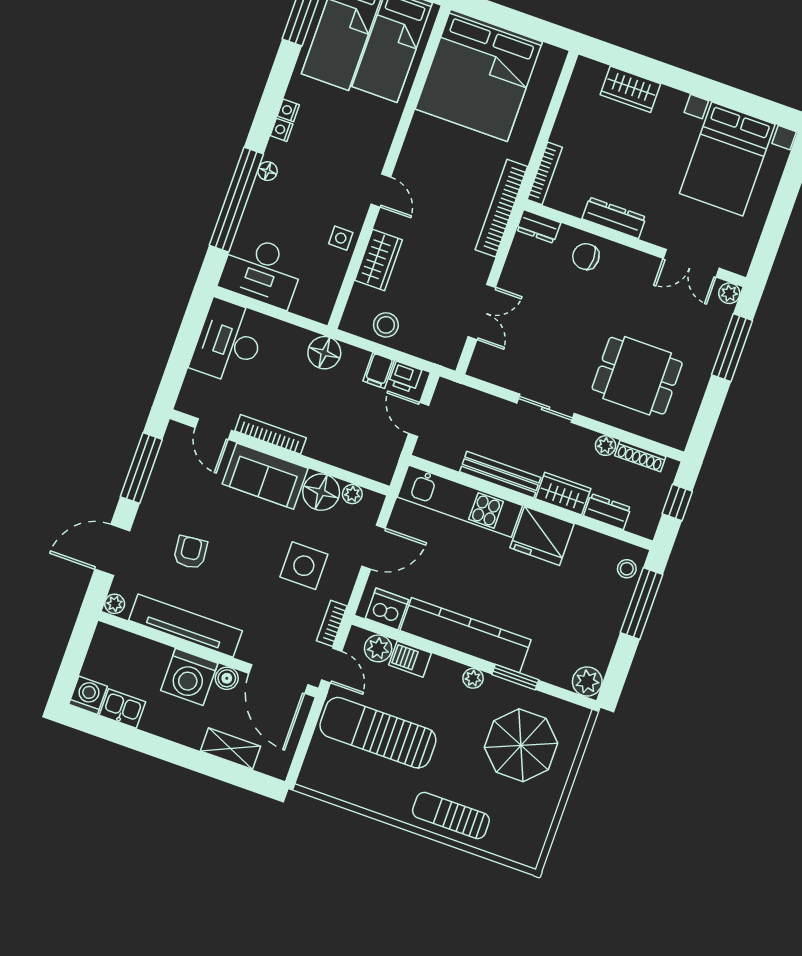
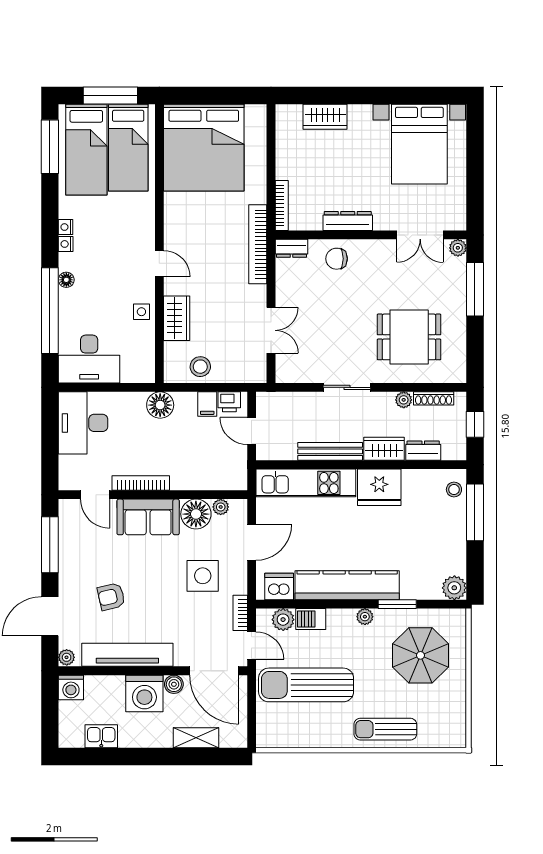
armchair: (190, 552) -> (111, 597), turned -97
washing machine: (88, 695) -> (71, 687), moved, turned 180

